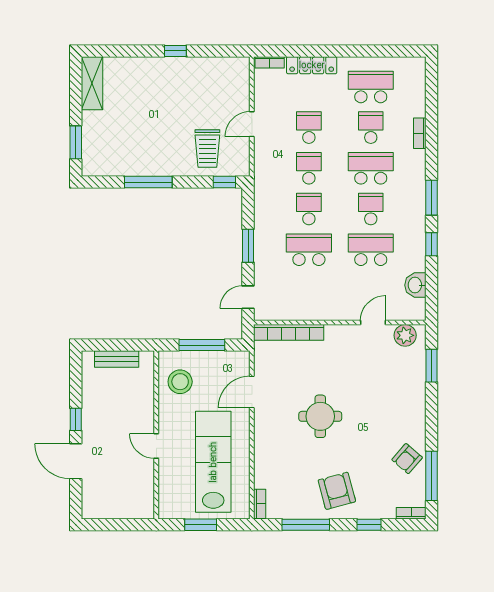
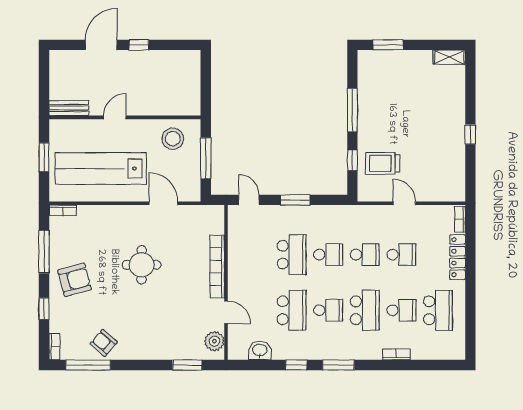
shelving: (92, 83) -> (449, 57), width x0.67, depth x0.75
window: (224, 182) -> (352, 160), moved
bookcase: (289, 332) -> (217, 267), moved
bench: (117, 359) -> (69, 108), moved, turned 90
lab bench: (213, 462) -> (101, 169), turned 180

